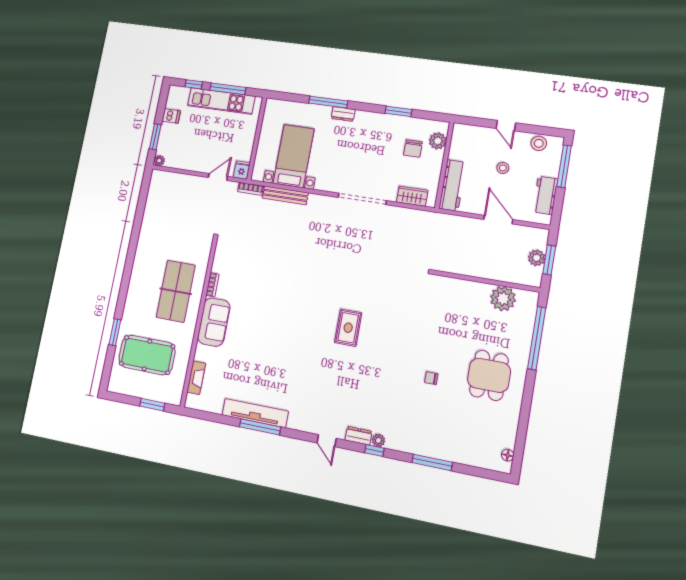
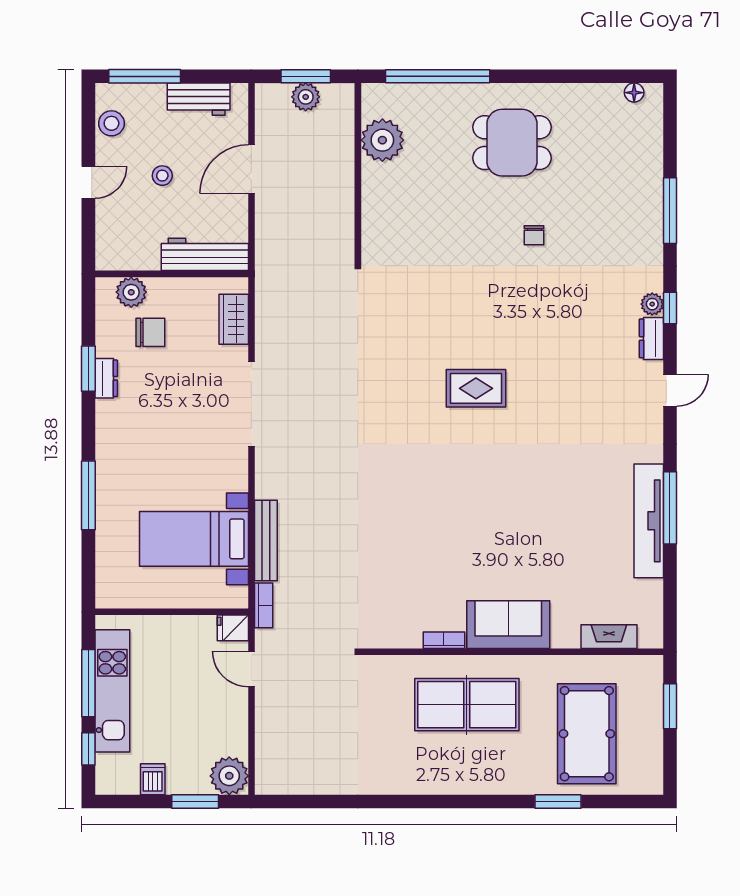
dresser: (343, 114) -> (106, 378), moved
plant: (159, 161) -> (229, 776), width x1.88, depth x1.88

